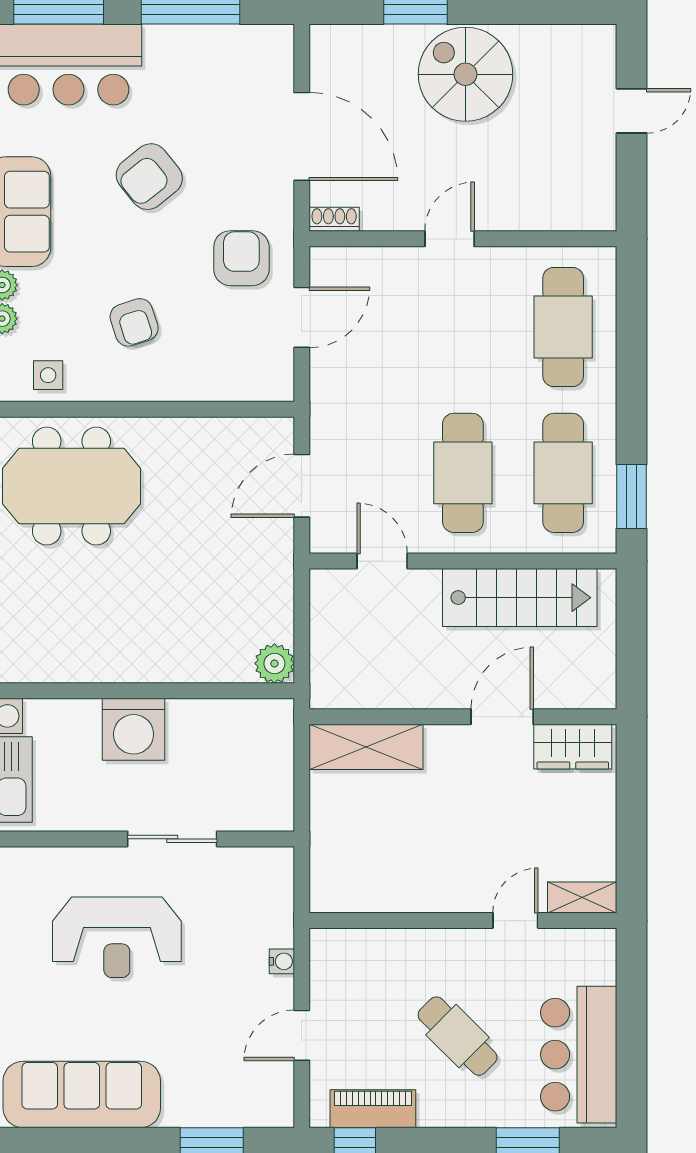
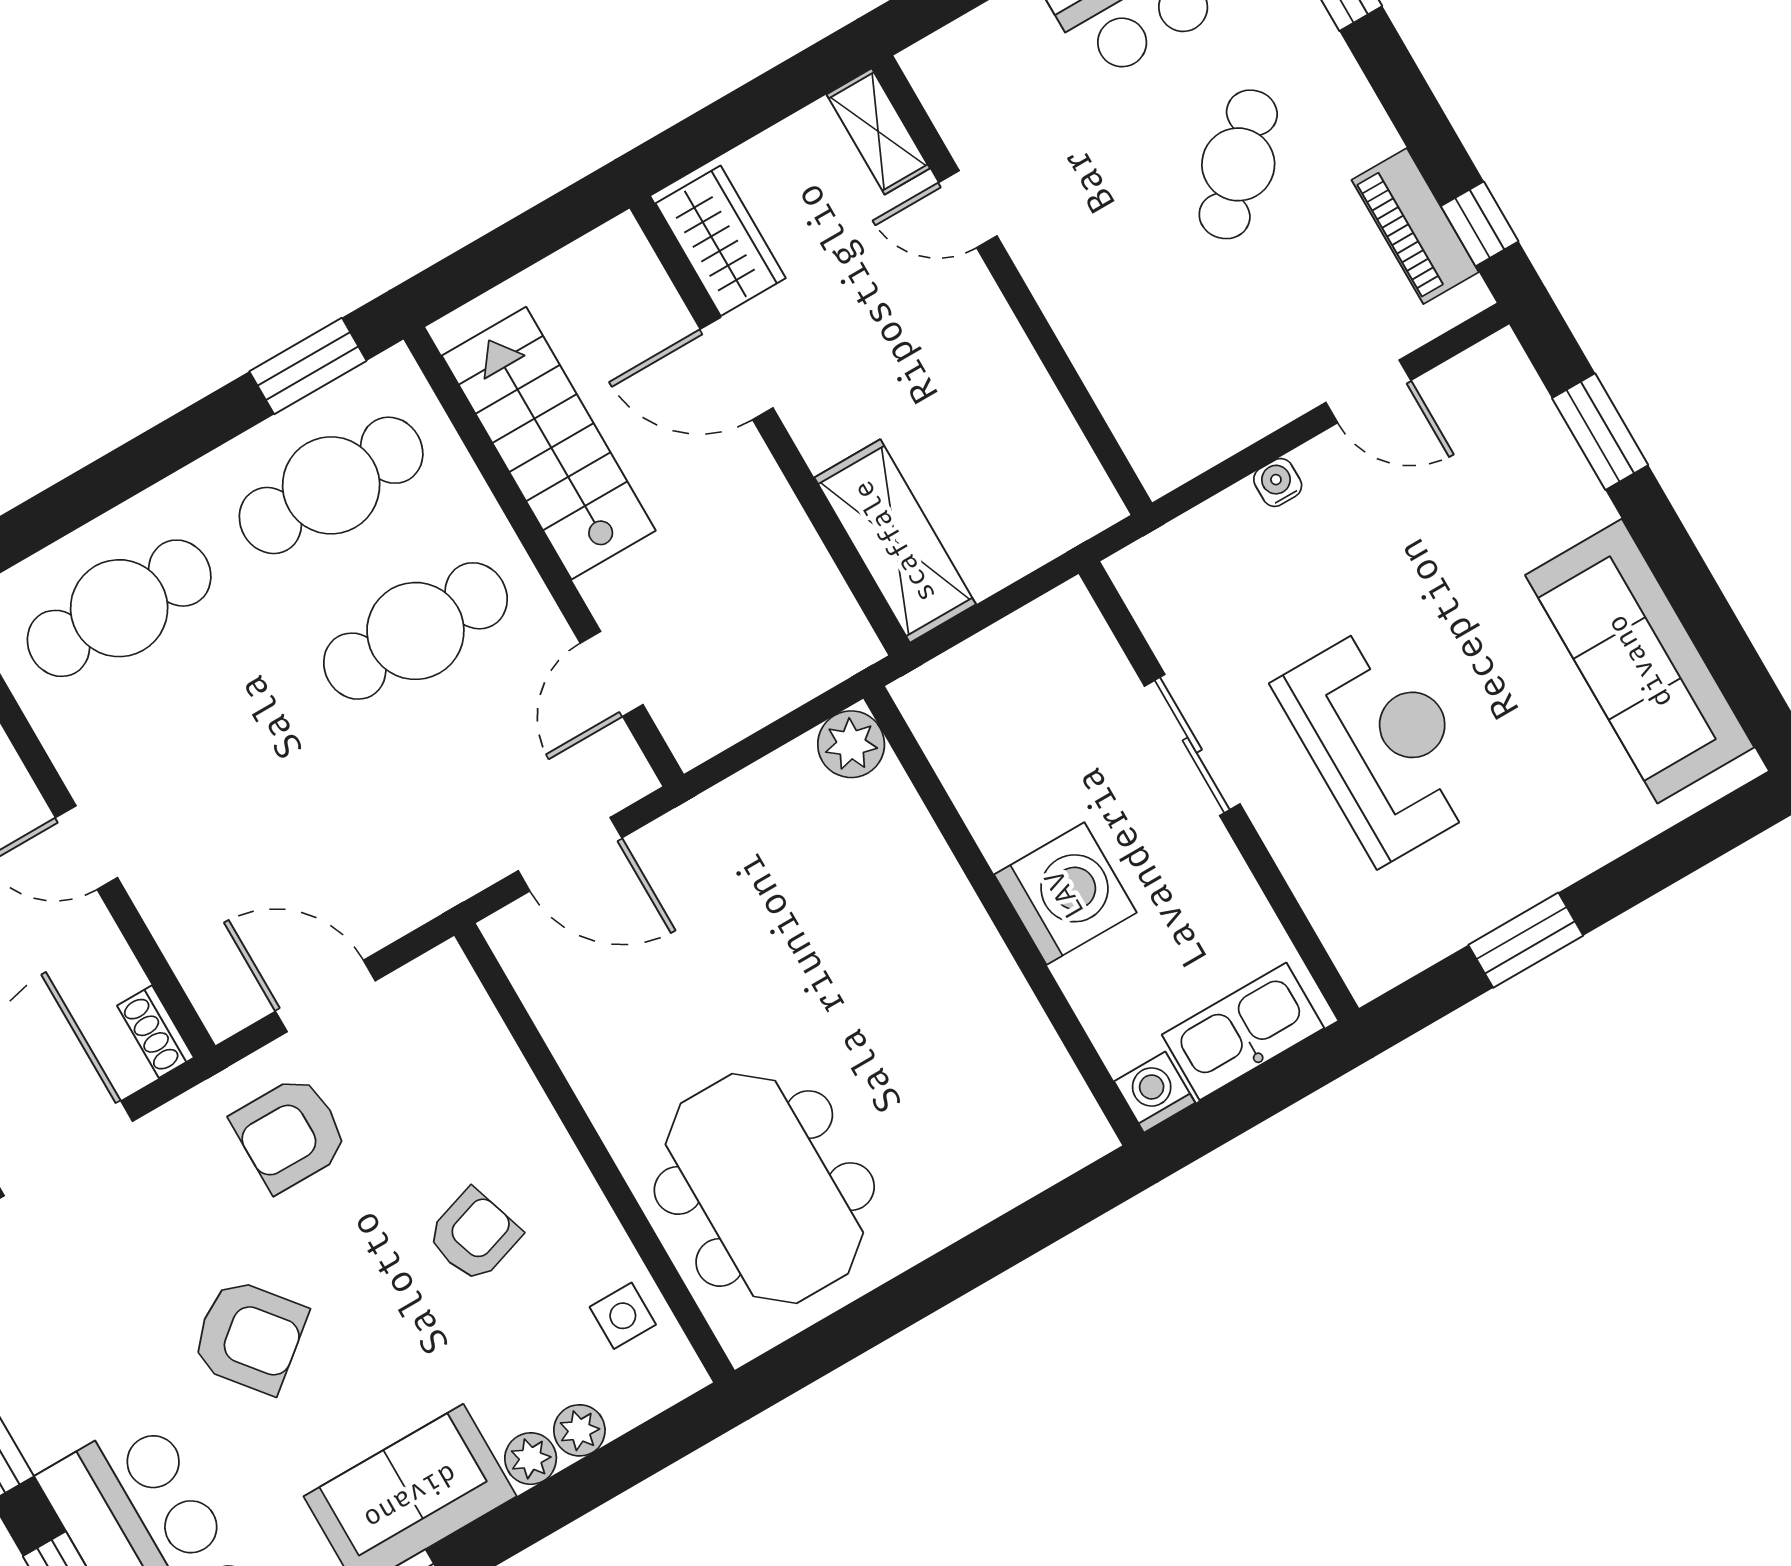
shelving: (582, 897) -> (878, 131), moved
wall: (463, 920) -> (1012, 285), moved
door: (515, 920) -> (968, 209), moved

